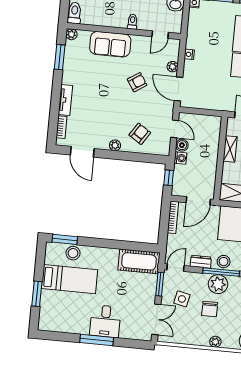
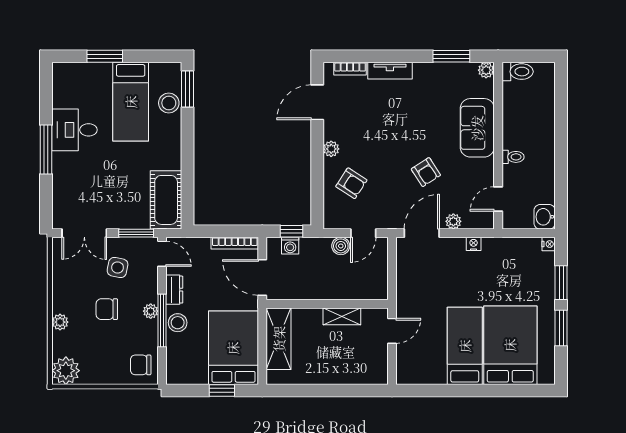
door: (160, 35) -> (498, 199), hinge flipped
washing machine: (180, 158) -> (290, 246), moved
plant: (218, 284) -> (151, 311), width x0.53, depth x0.53
desk: (105, 321) -> (74, 130), moved

